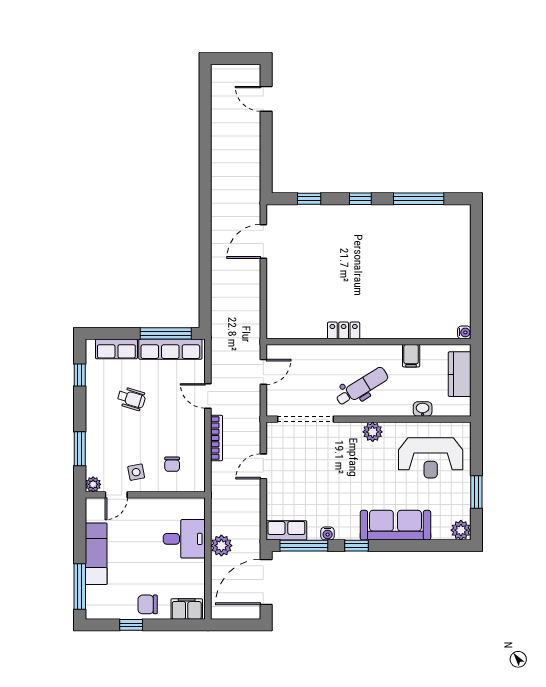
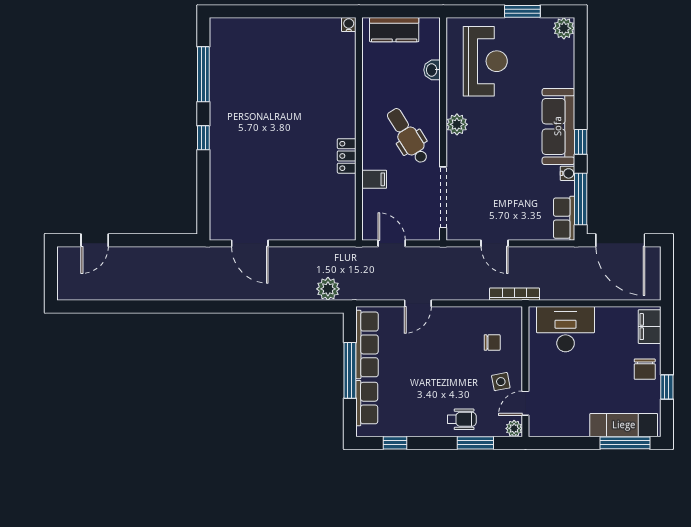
window: (309, 199) -> (203, 193), removed
window: (166, 333) -> (350, 370), moved
filing cabinet: (411, 356) -> (374, 179), moved
wheelchair: (131, 399) -> (462, 419), moved, turned 73
bookcase: (217, 438) -> (515, 294), moved
door: (116, 495) -> (525, 403), swing flipped
sofa: (395, 525) -> (558, 126), moved
desk: (184, 539) -> (566, 329), width x1.37
plant: (221, 546) -> (328, 289), moved
exam couch: (96, 554) -> (624, 425), moved

